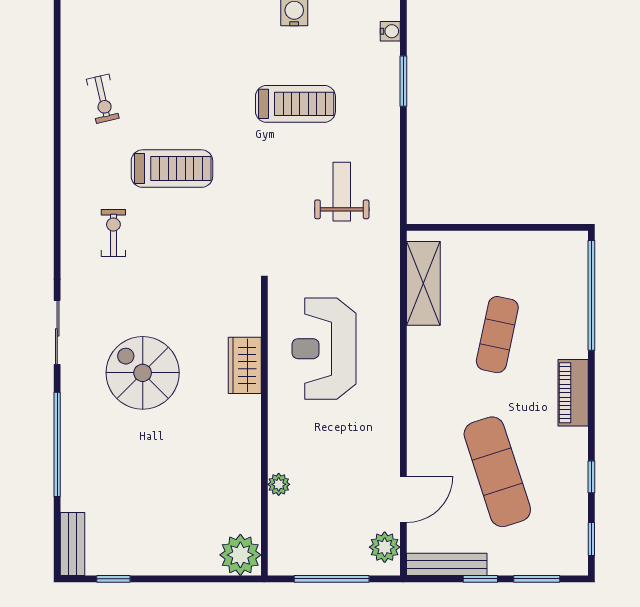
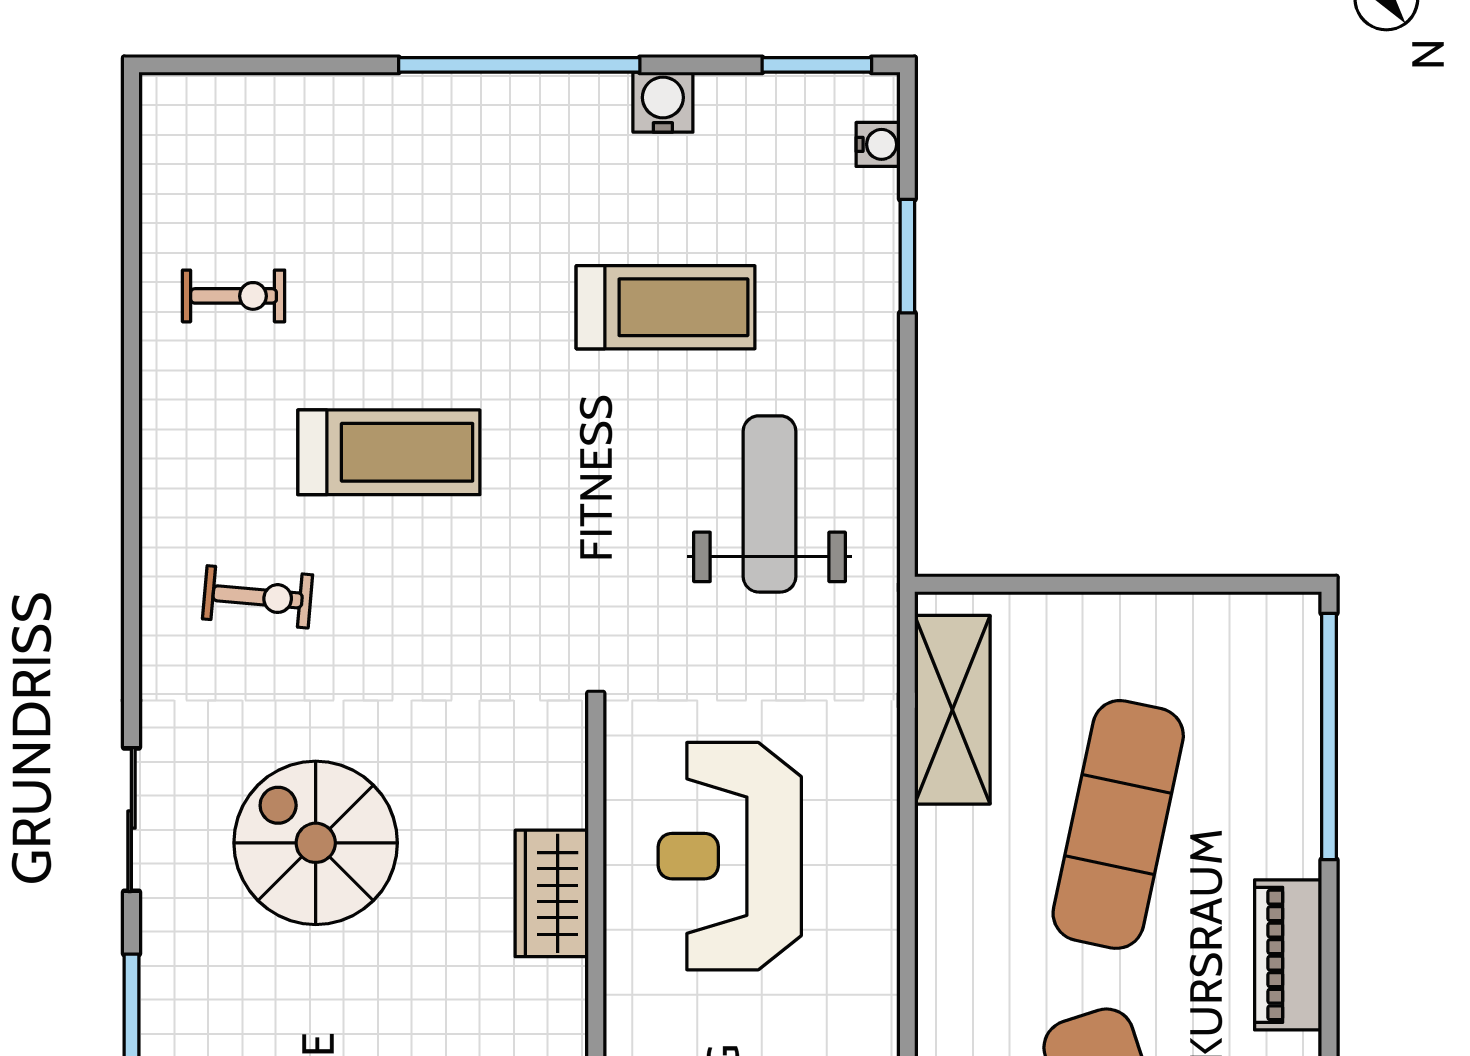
exercise bike: (103, 99) -> (234, 296), turned -77
weight bench: (342, 192) -> (770, 504), width x1.36, depth x1.33
exercise bike: (113, 233) -> (258, 597), turned 95
exercise mat: (497, 335) -> (1118, 824), width x1.36, depth x1.45
spiral stairs: (143, 373) -> (316, 843), moved

